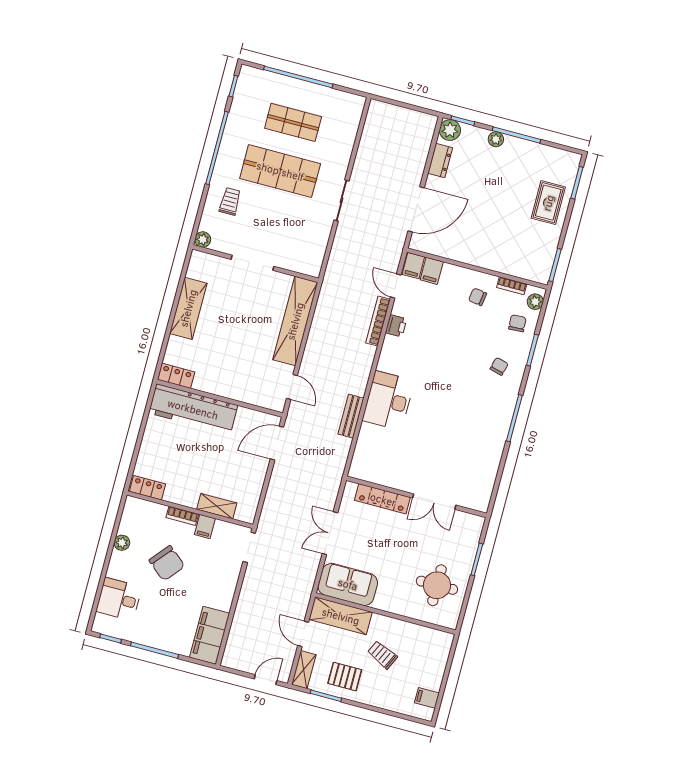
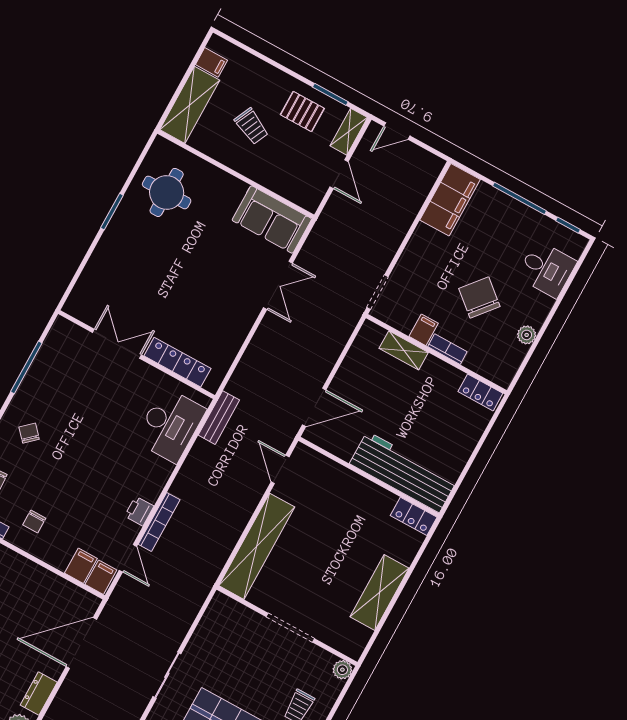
chair: (478, 297) -> (34, 521), turned 82
chair: (499, 366) -> (29, 433), turned 123
wall: (416, 497) -> (137, 355), moved
locker: (382, 499) -> (177, 362), moved
double door: (434, 502) -> (117, 344), moved
shelving: (341, 616) -> (190, 105), moved, turned 90

